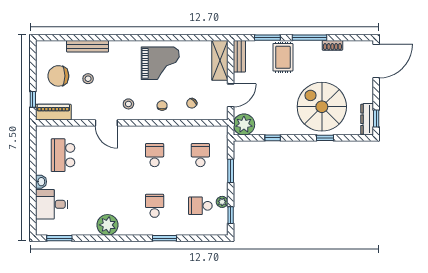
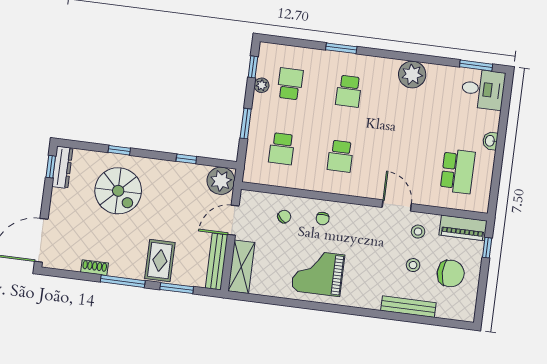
bench: (239, 56) -> (217, 262), width x1.36
stool: (128, 104) -> (418, 232), moved
spiral stairs: (322, 107) -> (118, 191), width x0.73, depth x0.73
desk: (52, 204) -> (483, 89), moved
school desk: (200, 206) -> (290, 84), turned -90

